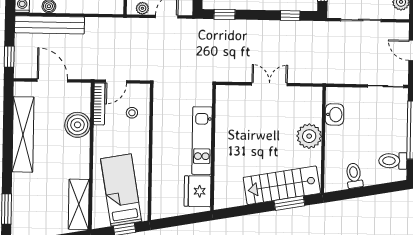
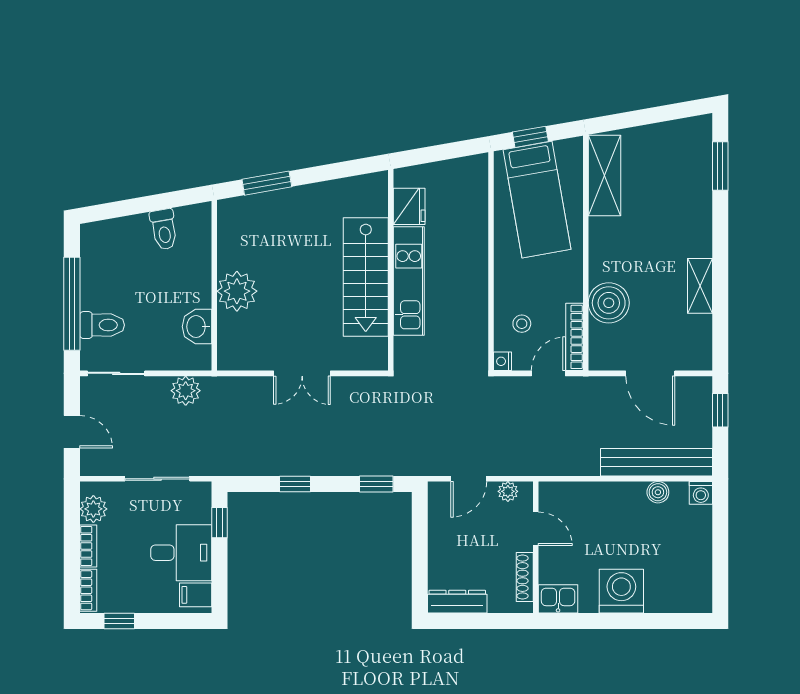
window: (290, 16) -> (295, 484), moved
plant: (342, 75) -> (186, 391), added
nightstand: (144, 90) -> (502, 361), added
shelving: (23, 134) -> (700, 286), width x0.45, depth x0.75
toilet: (393, 161) -> (102, 325), moved
stairs: (282, 185) -> (366, 277), moved, turned 100
fridge: (198, 191) -> (409, 206), width x0.73, depth x0.75

